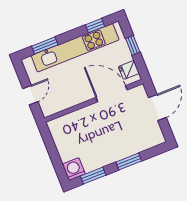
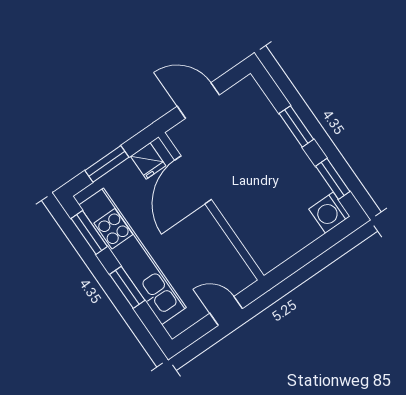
window: (95, 26) -> (89, 232), width x1.50
window: (45, 45) -> (127, 287), moved
window: (133, 45) -> (107, 164), width x1.50

